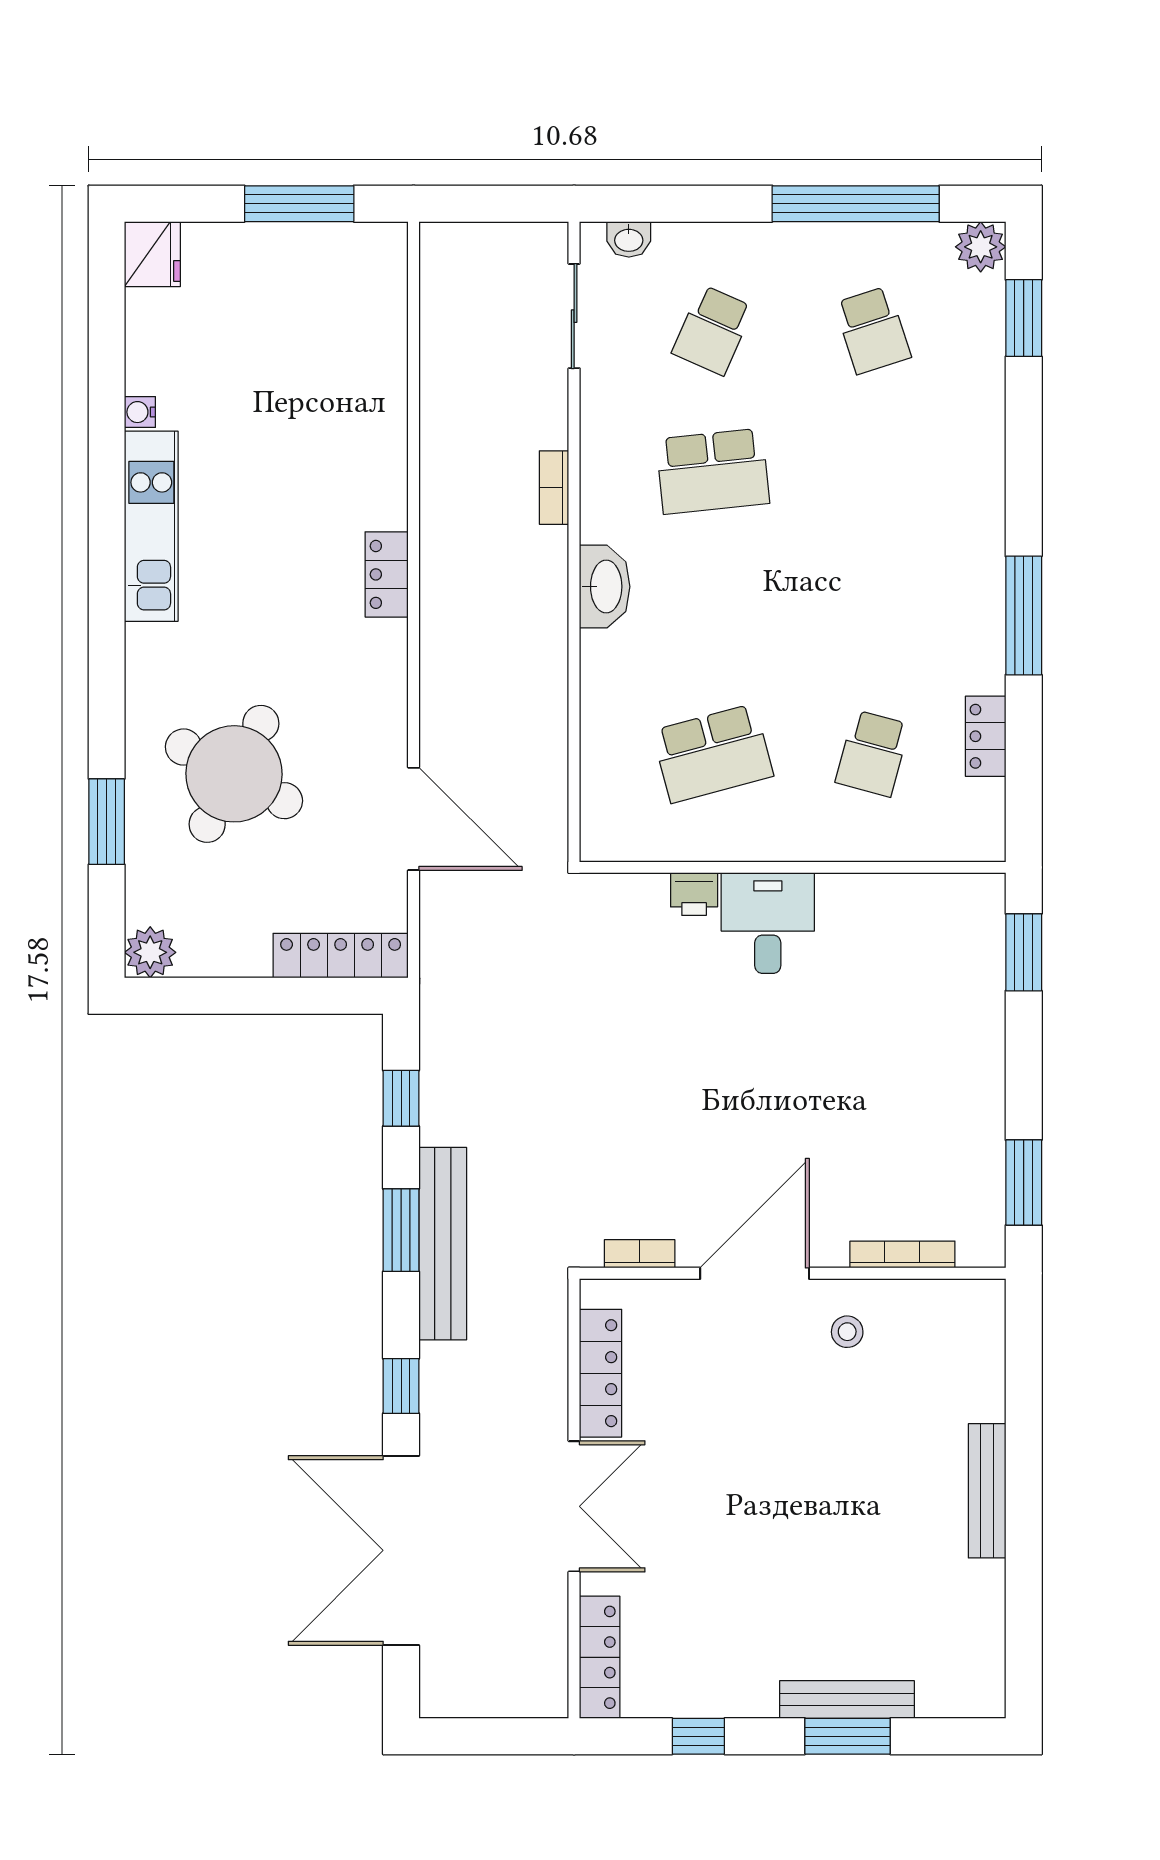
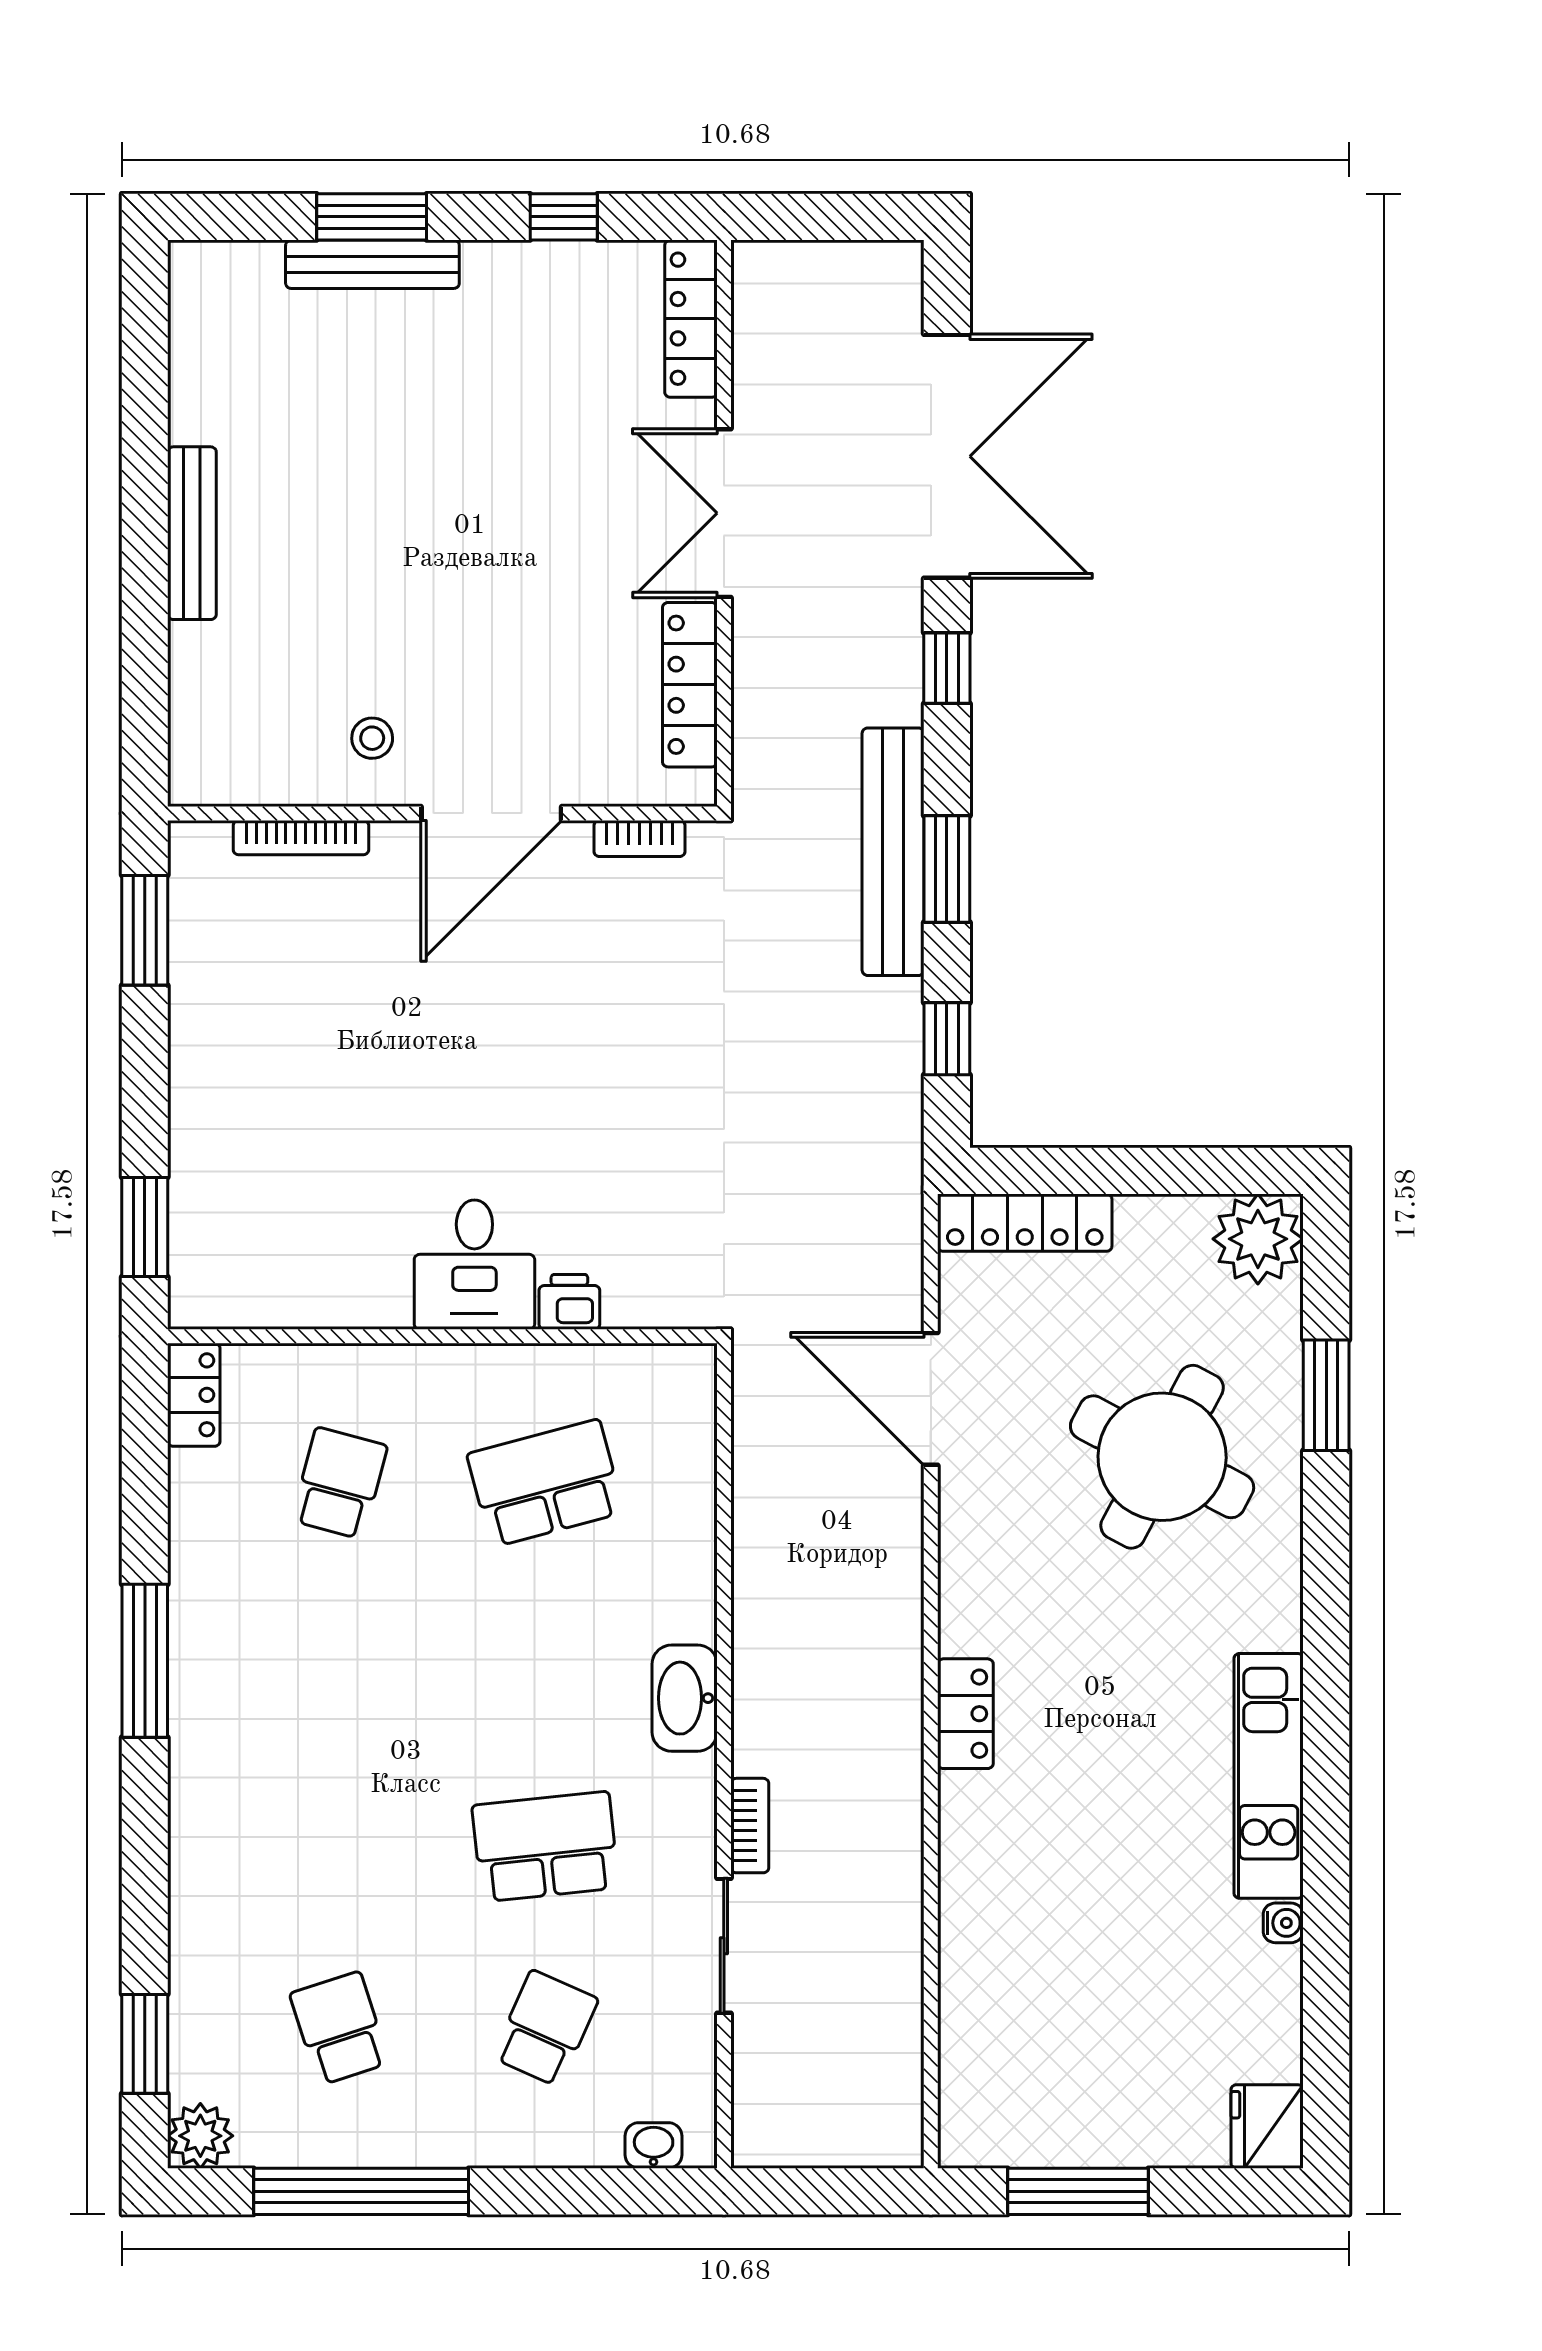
sliding door: (574, 316) -> (724, 1946), moved
locker: (986, 736) -> (194, 1395), moved
plant: (150, 952) -> (1258, 1239), width x1.36, depth x1.36

